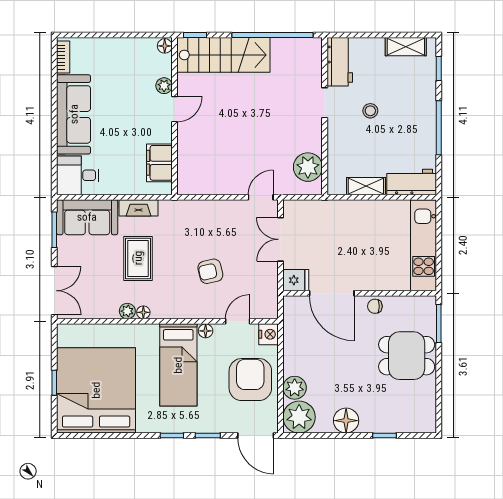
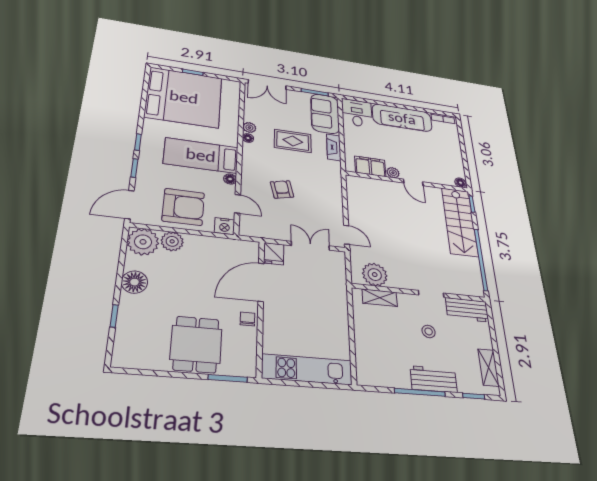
plant: (164, 86) -> (393, 173), moved
workbench: (412, 182) -> (434, 379), moved, turned -90
shelving: (366, 186) -> (380, 298), moved, turned 90

